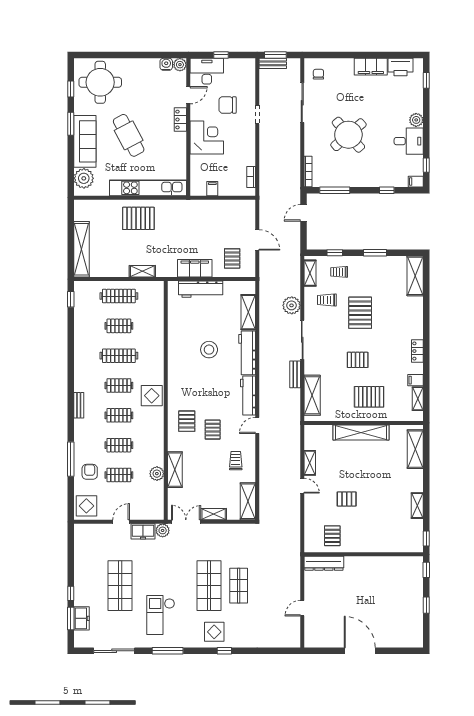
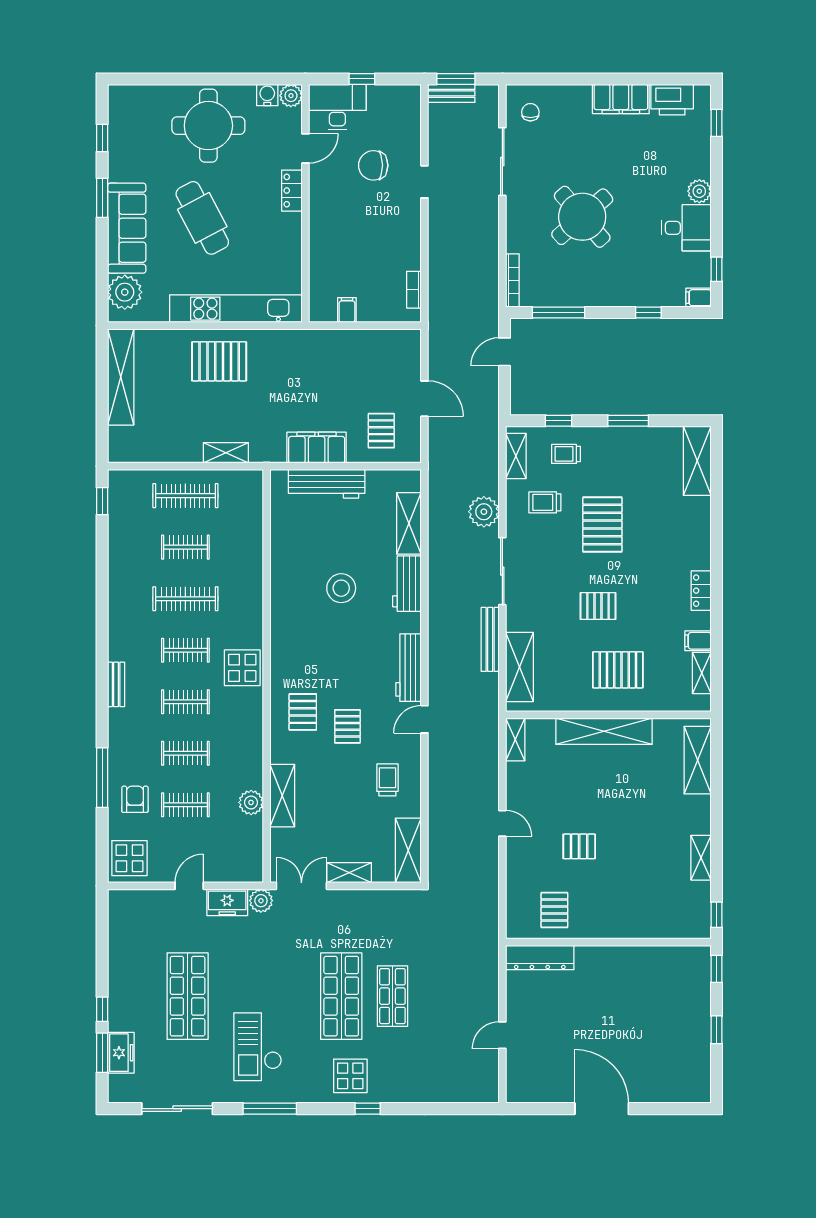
round table: (100, 82) -> (208, 126), moved
corner desk: (207, 137) -> (337, 221), removed
shelving: (81, 249) -> (121, 377), moved
workbench: (247, 353) -> (407, 584), width x0.73
bench: (295, 374) -> (490, 639), width x1.36
shelving: (310, 463) -> (515, 740), moved

